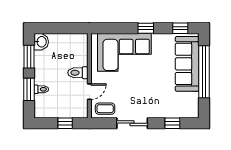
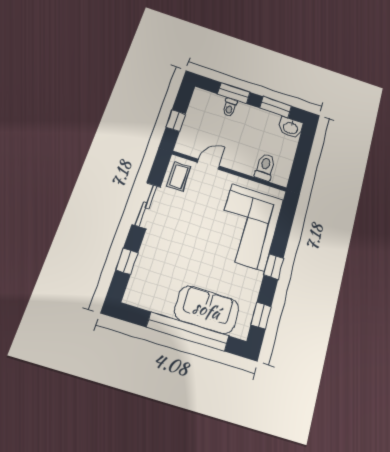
sofa: (187, 64) -> (207, 310), width x0.73
toilet: (78, 73) -> (265, 167), moved
door: (89, 92) -> (208, 164), swing flipped

